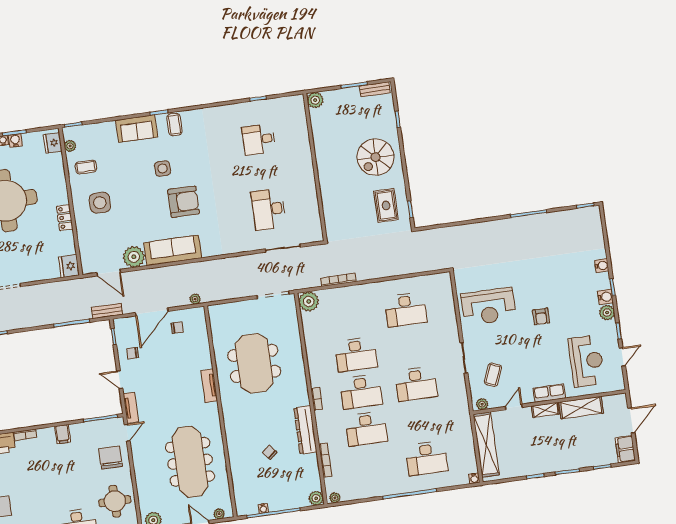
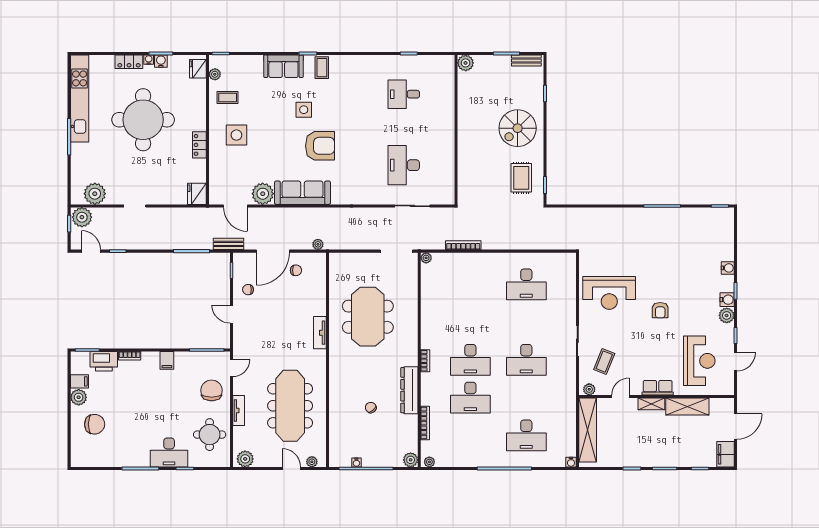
plant: (309, 301) -> (426, 258), width x0.53, depth x0.53
desk: (356, 354) -> (470, 322), removed
tv unit: (131, 408) -> (239, 410), moved

